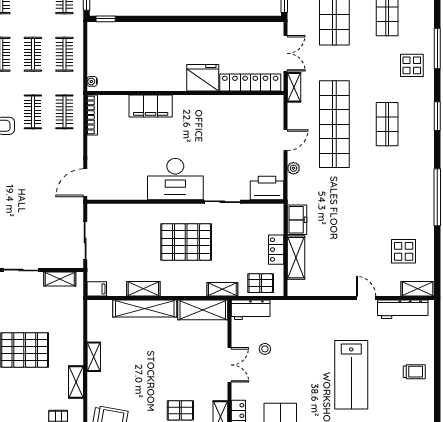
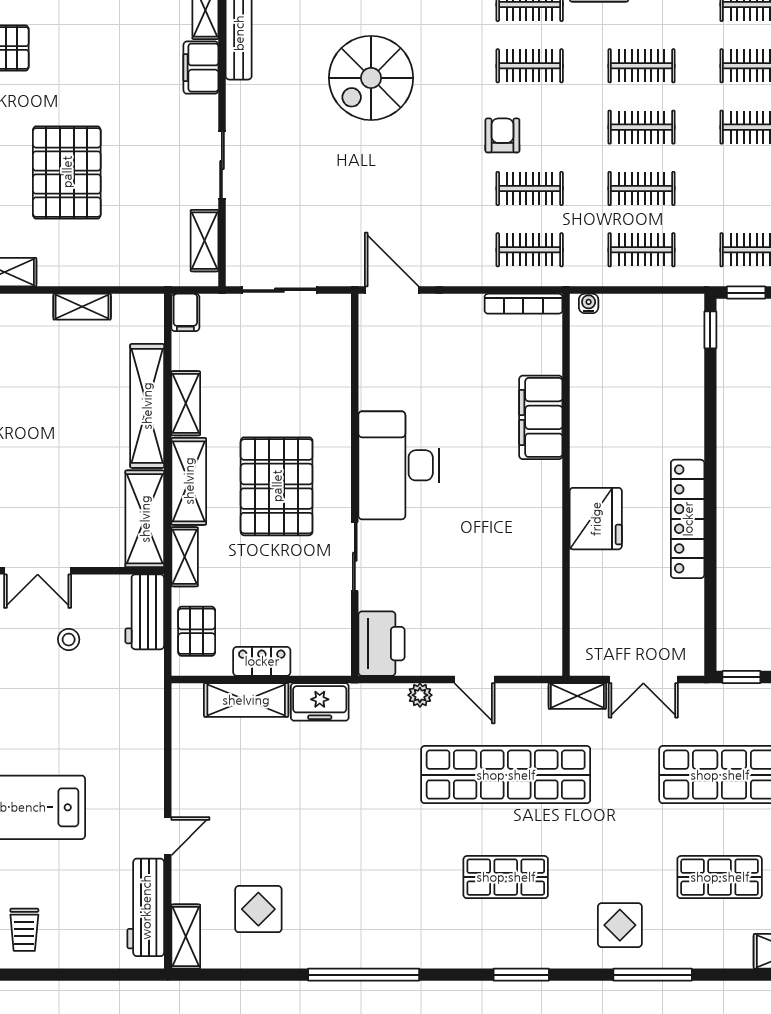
locker: (250, 83) -> (688, 519), moved, turned 180
shelving: (184, 287) -> (189, 481), added
shelving: (94, 357) -> (82, 307), moved

